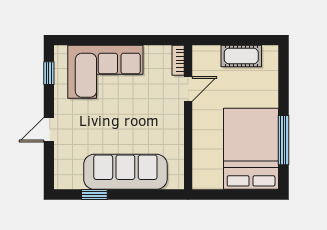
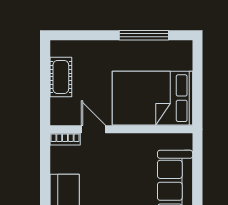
bed: (251, 149) -> (152, 98), moved

